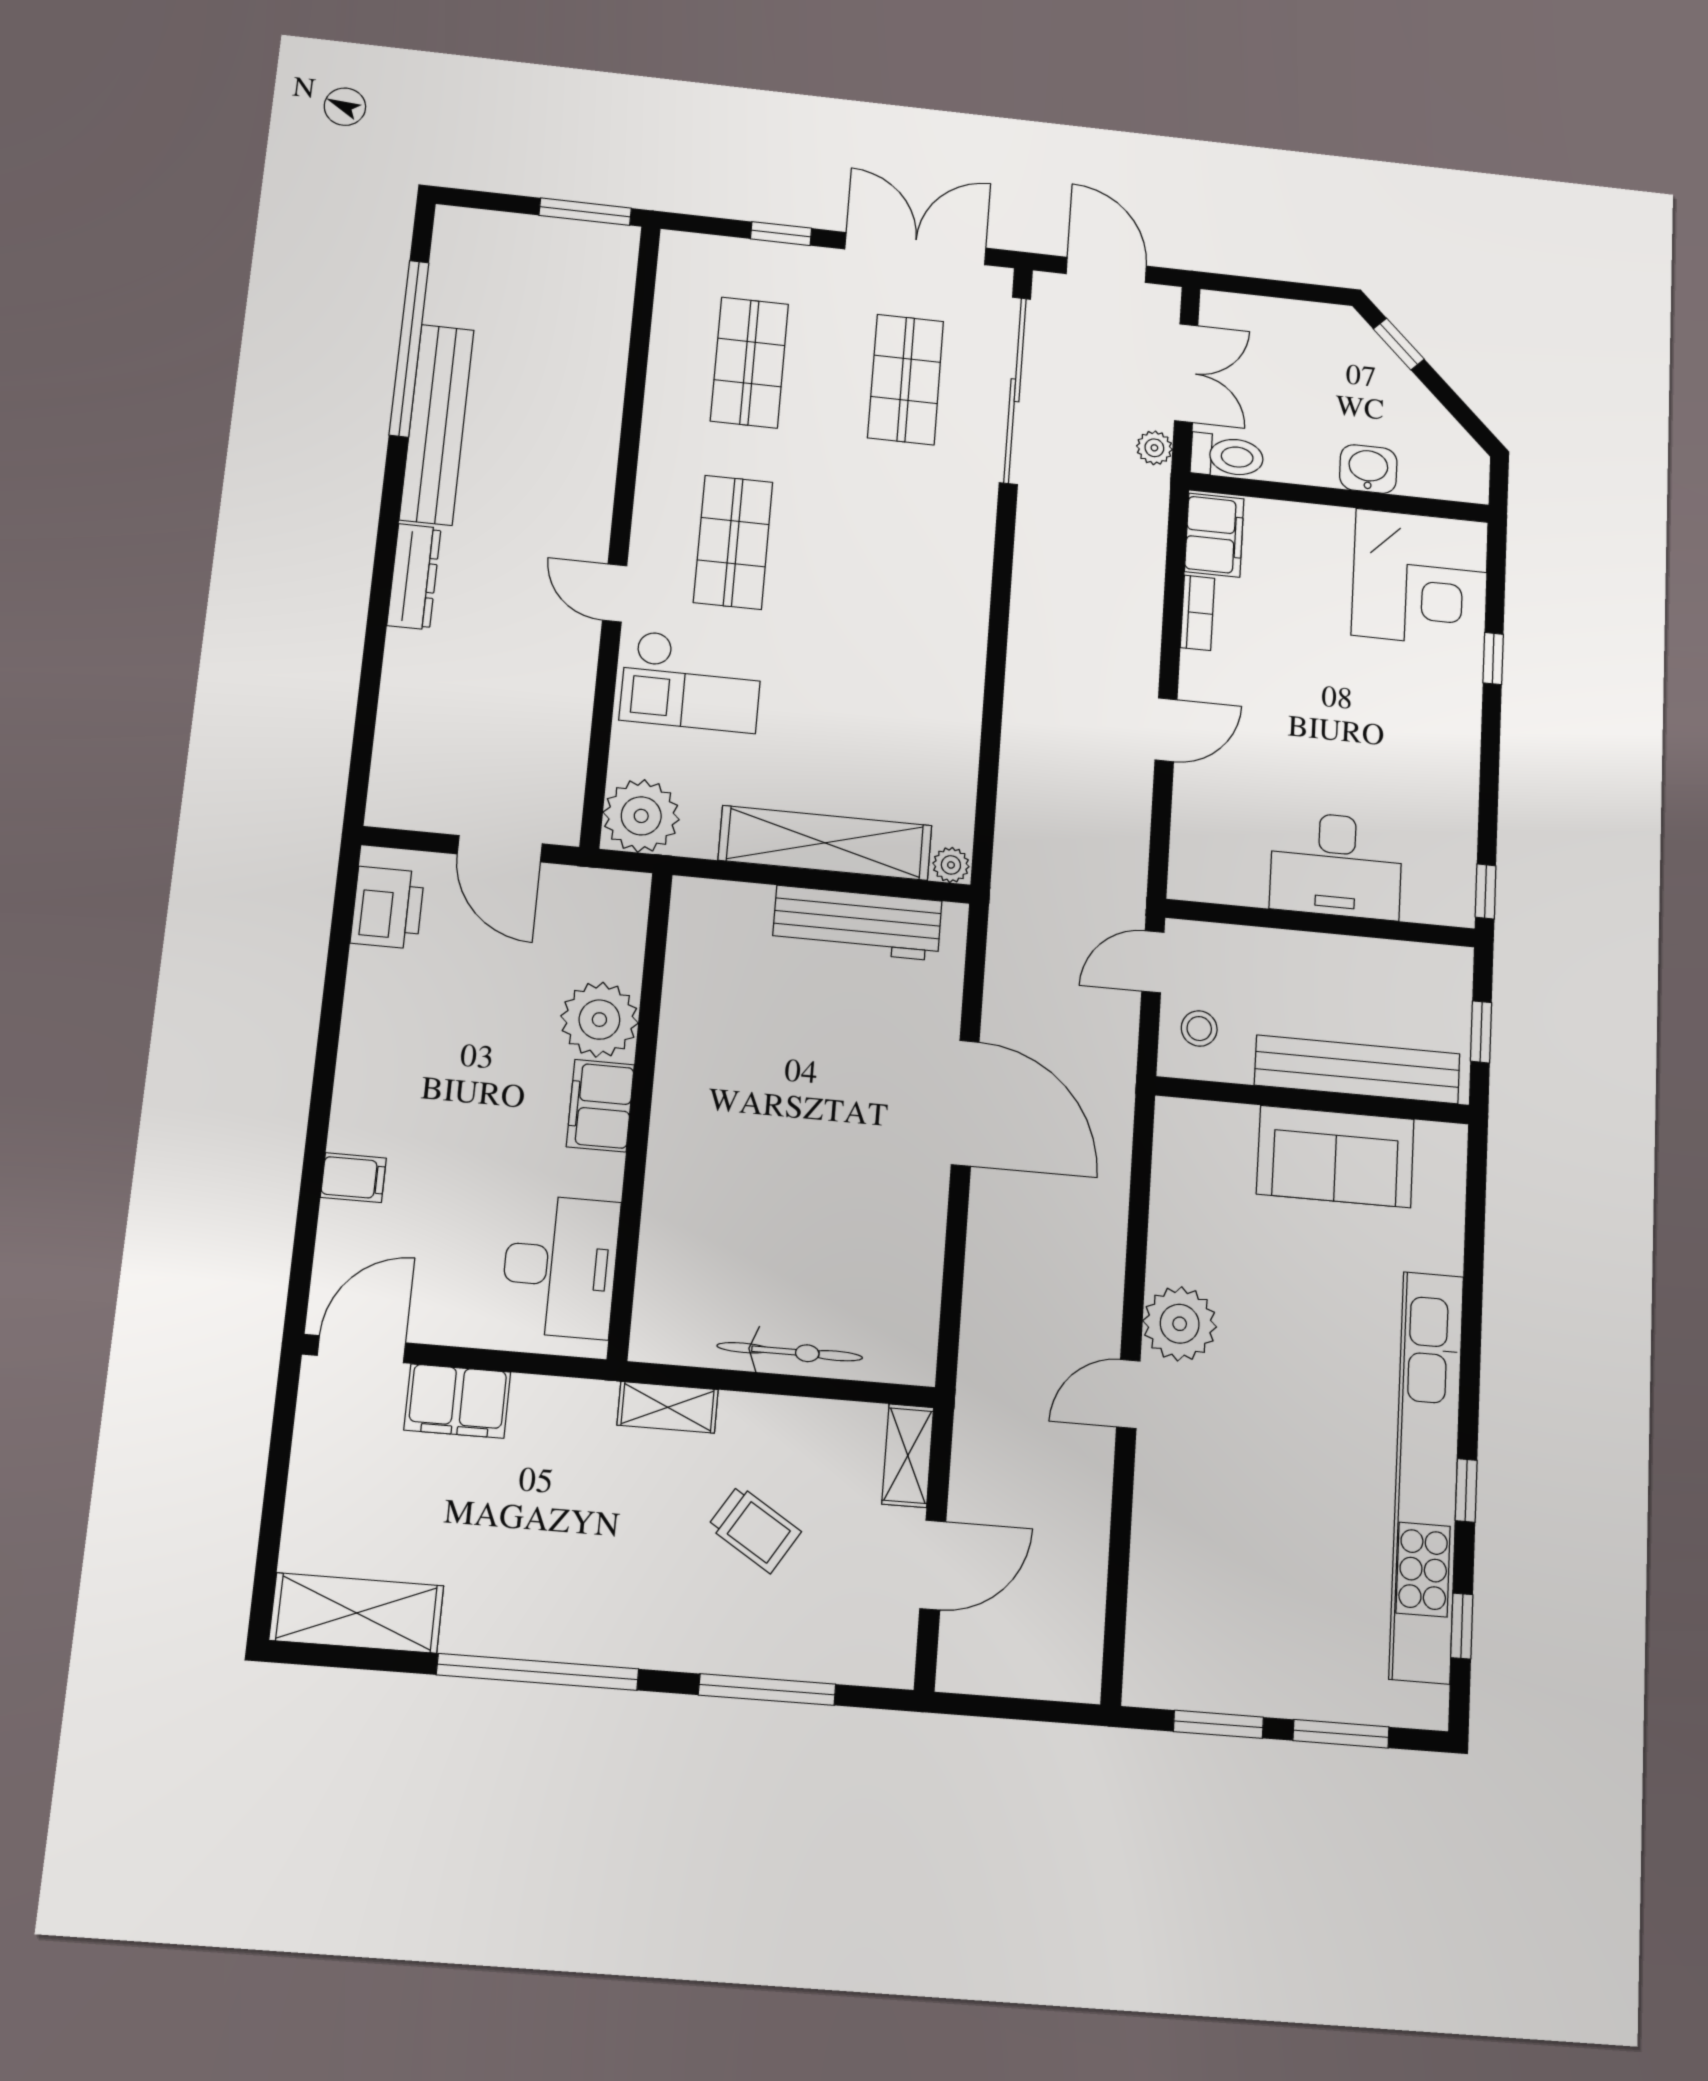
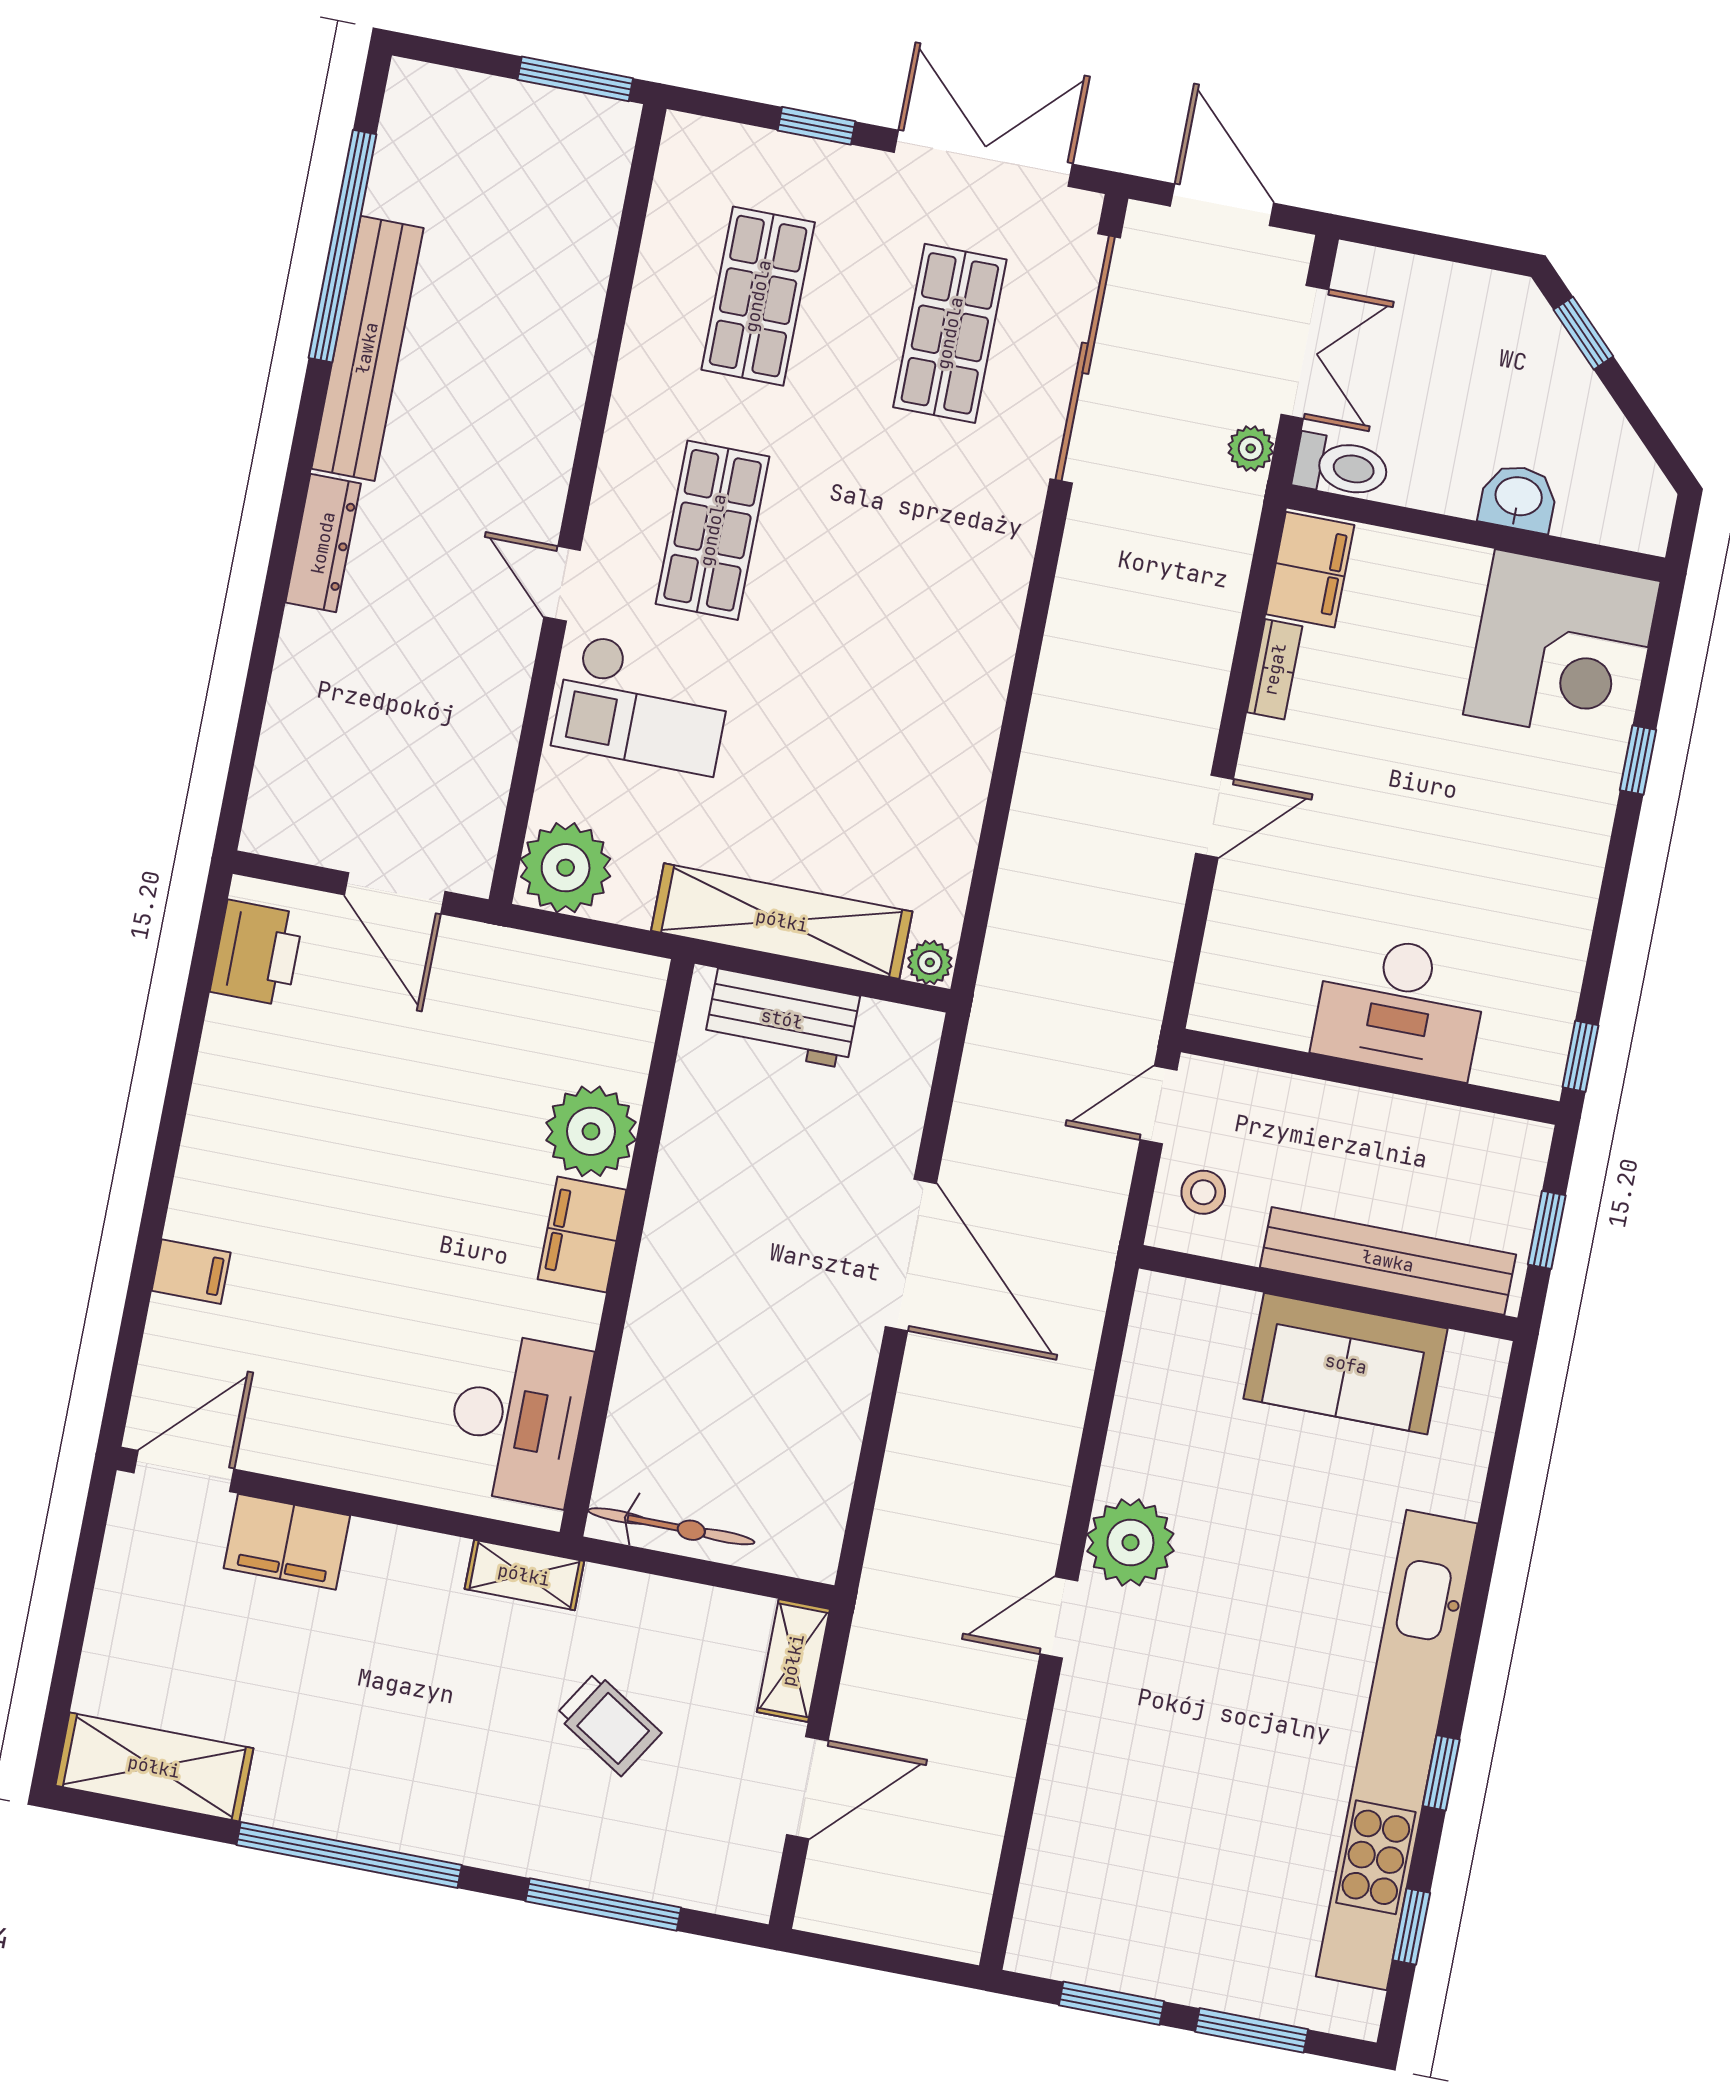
workbench: (857, 923) -> (782, 1019), width x0.73
plant: (599, 1020) -> (591, 1131), moved
filing cabinet: (600, 1106) -> (582, 1235), moved
wall: (640, 1113) -> (627, 1248), moved
desk: (560, 1266) -> (517, 1419), moved

